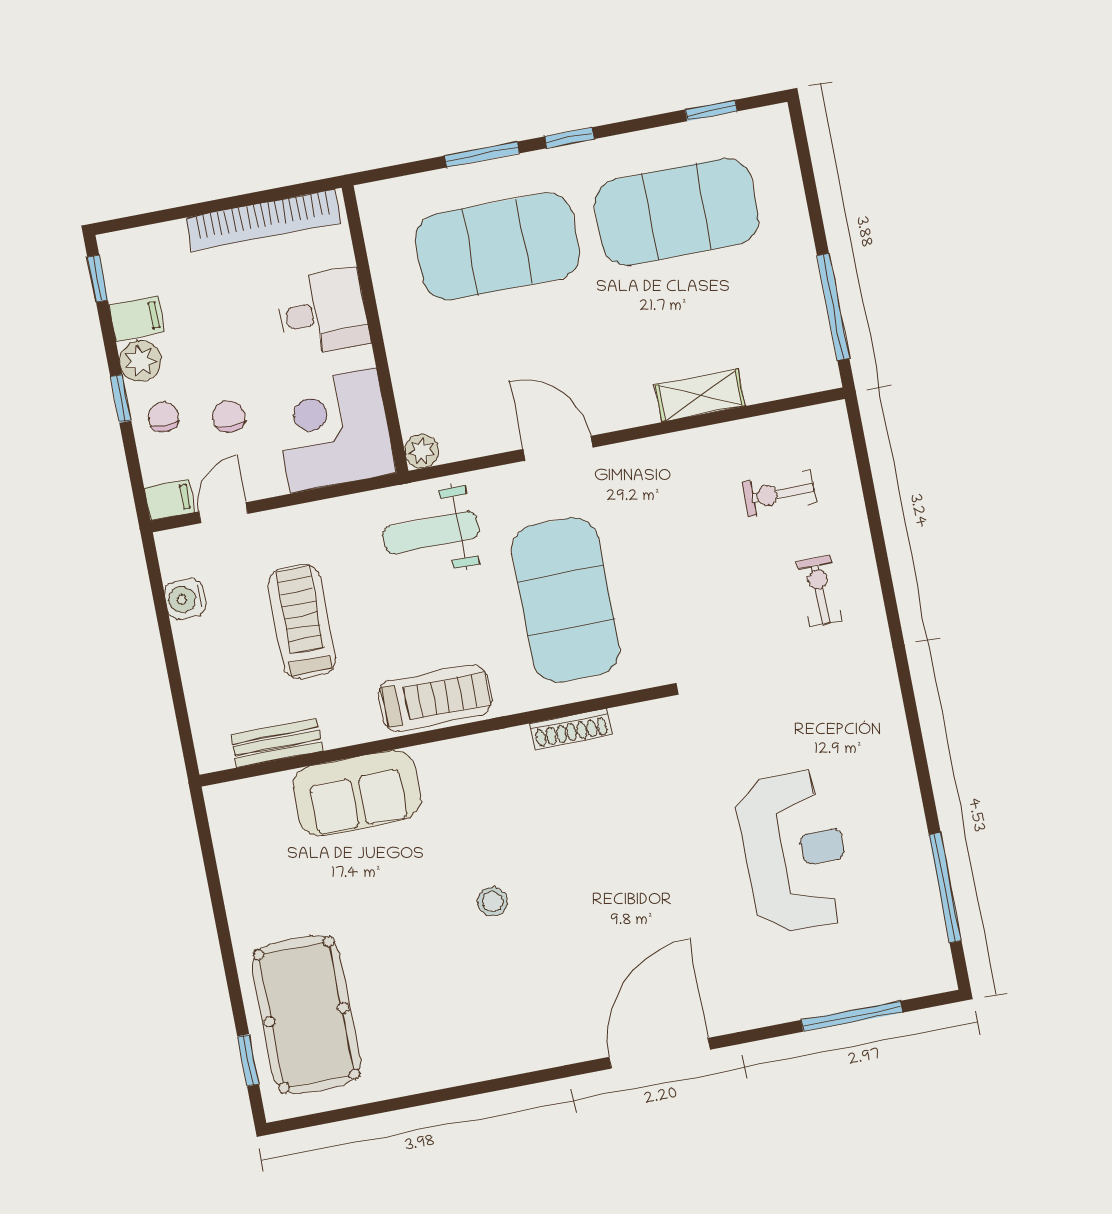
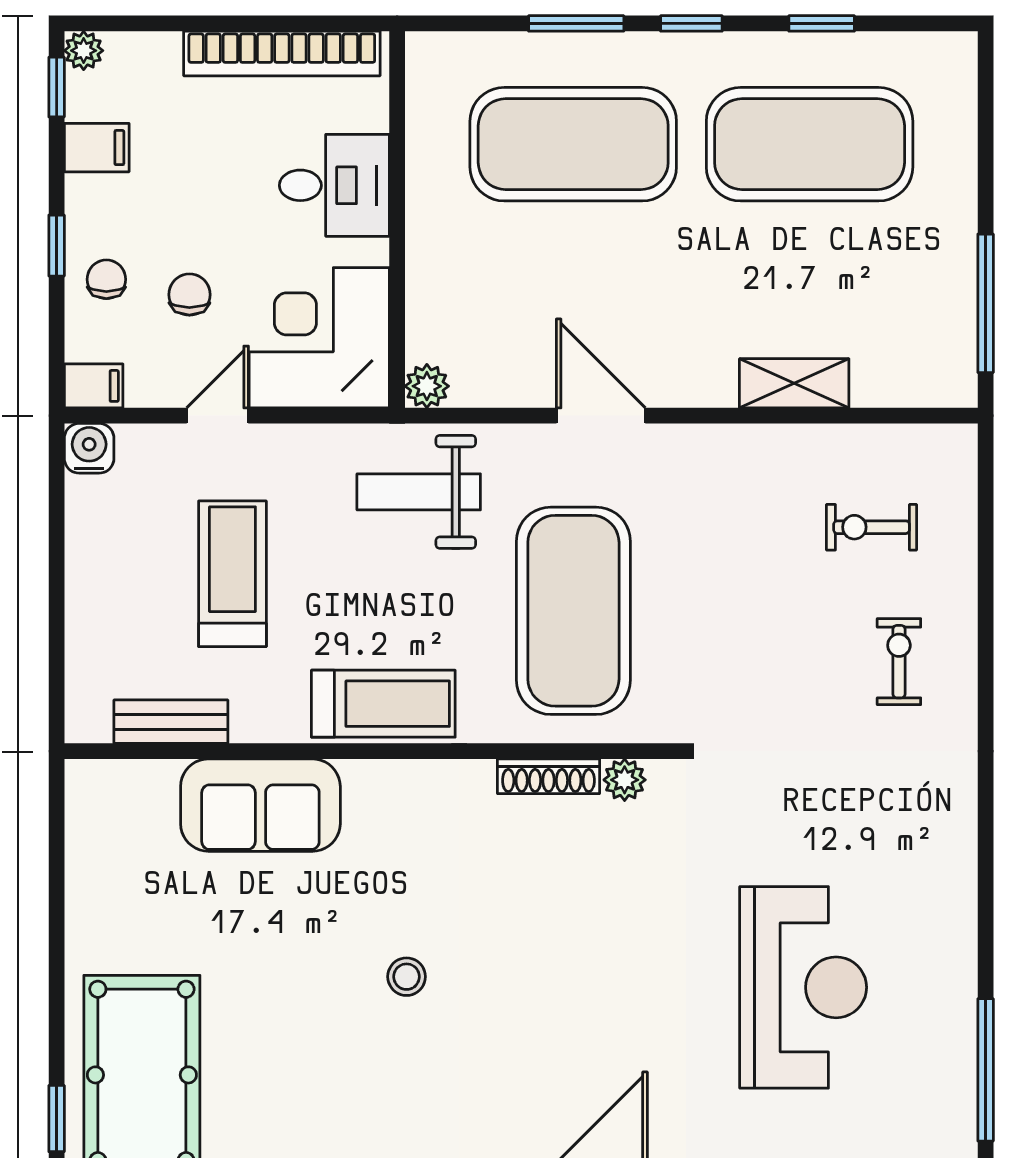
window: (711, 110) -> (822, 23), moved
plant: (140, 361) -> (84, 51), moved, width x0.73, depth x0.73
door: (223, 513) -> (217, 416), moved
water cooler: (185, 599) -> (89, 448), moved, turned 90
plant: (629, 721) -> (625, 780), added

